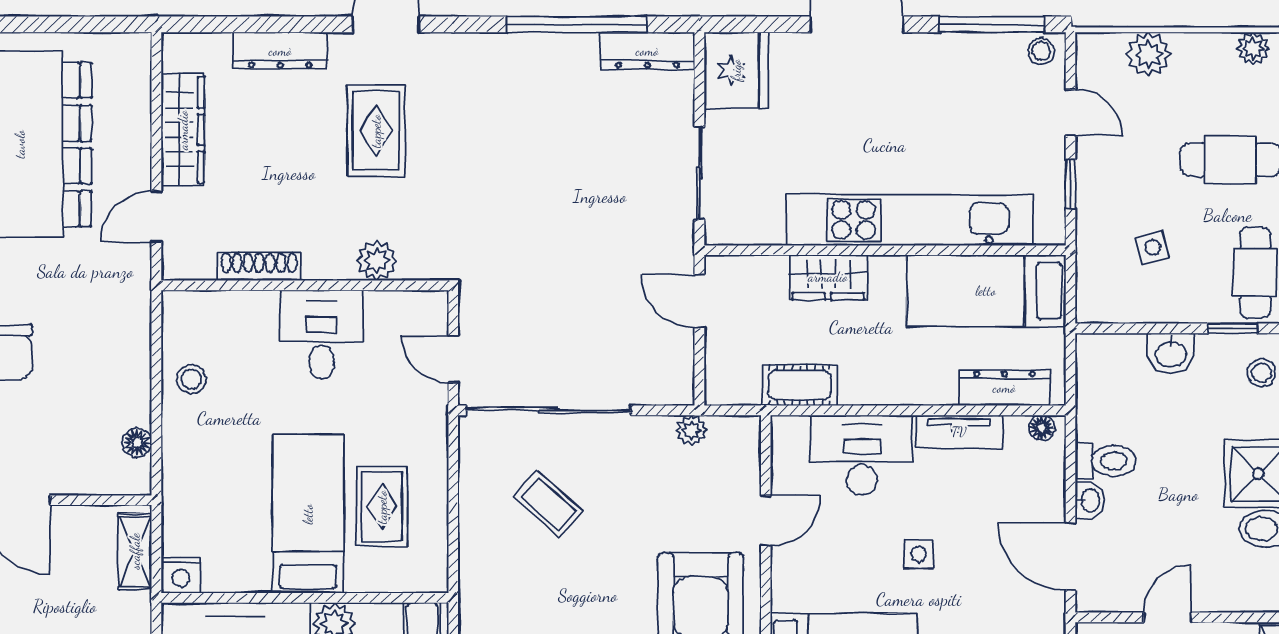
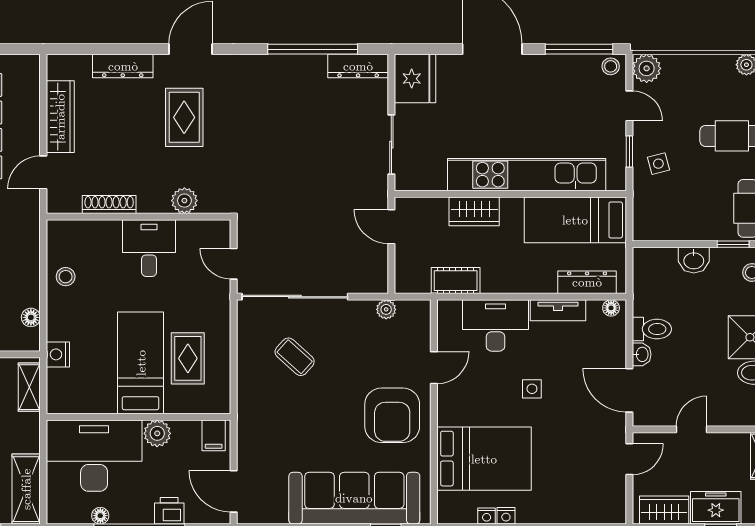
plant: (1149, 54) -> (647, 68), moved
side table: (1153, 247) -> (658, 164), moved
nightstand: (181, 575) -> (58, 354), moved, turned 90

